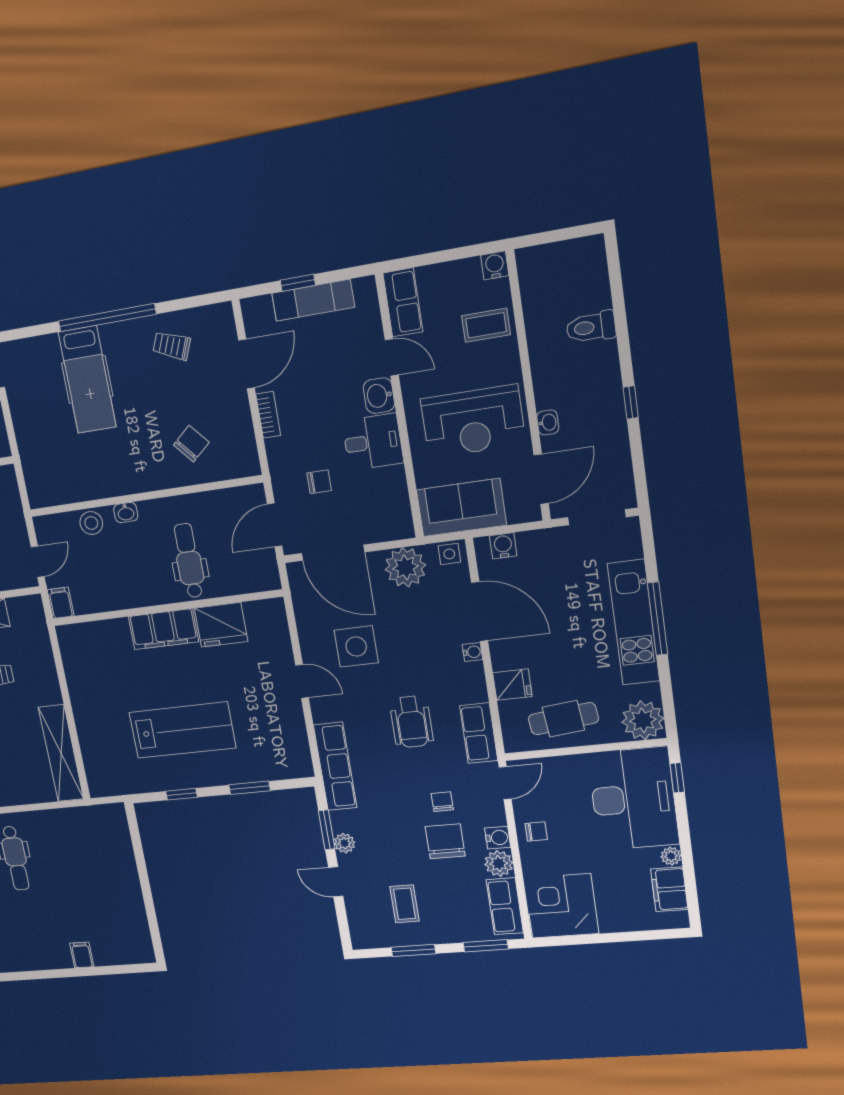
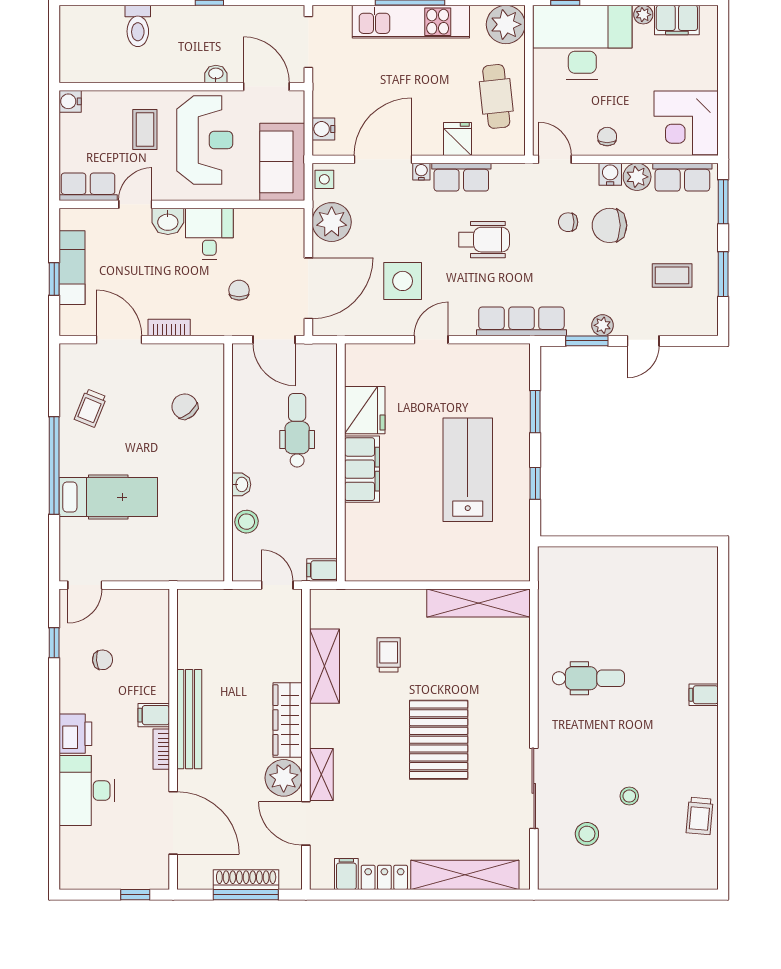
coffee table: (486, 325) -> (145, 129), moved
dental chair: (189, 561) -> (297, 430), turned 90
row of seats: (479, 733) -> (461, 177), moved
filing cabinet: (82, 955) -> (704, 695), moved

